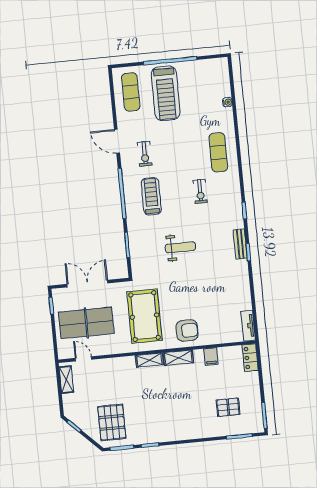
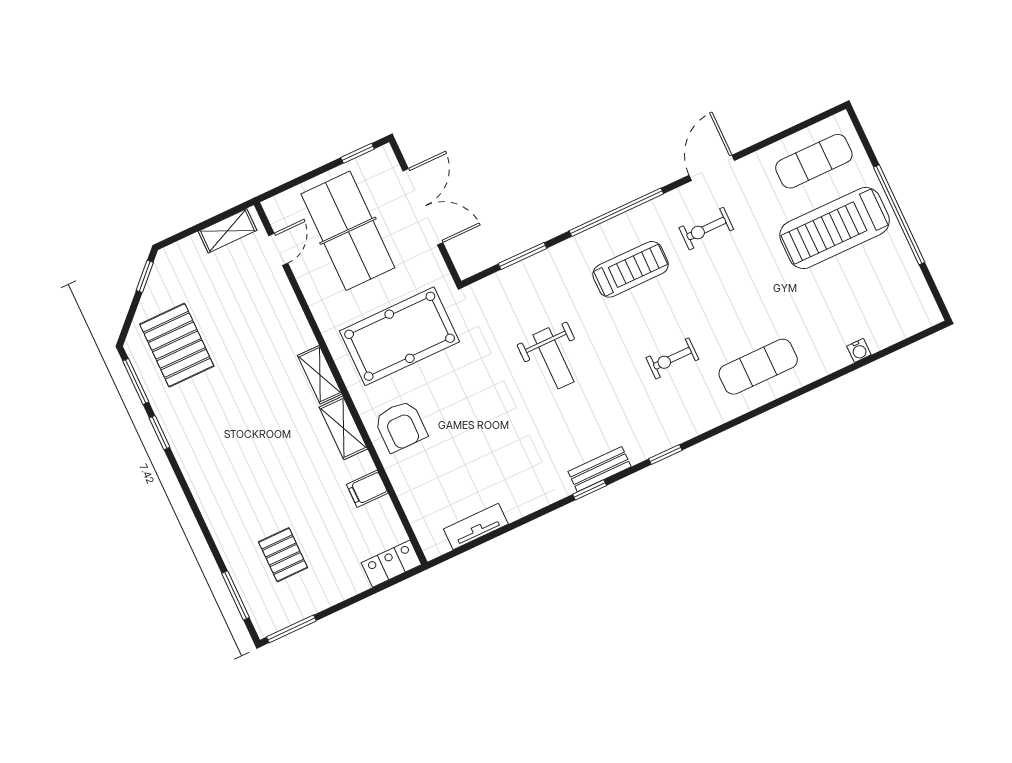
tv unit: (248, 326) -> (476, 527), moved
pallet: (112, 422) -> (177, 345), turned 90

